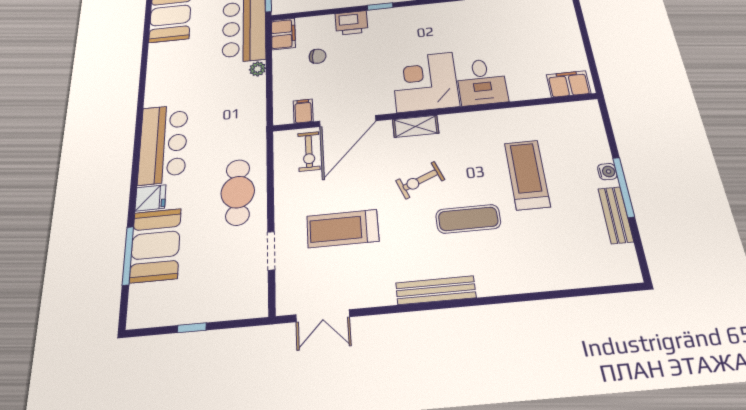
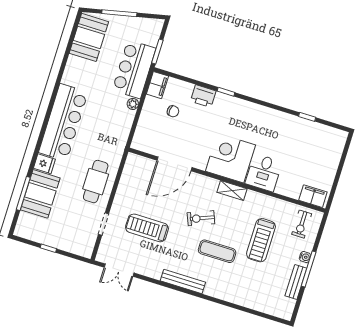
filing cabinet: (303, 111) -> (151, 146), removed
shelving: (416, 126) -> (232, 191), moved
bar counter: (163, 144) -> (63, 122), width x1.36
exercise bike: (309, 151) -> (302, 224), moved
treadmill: (527, 175) -> (261, 240), turned 180

